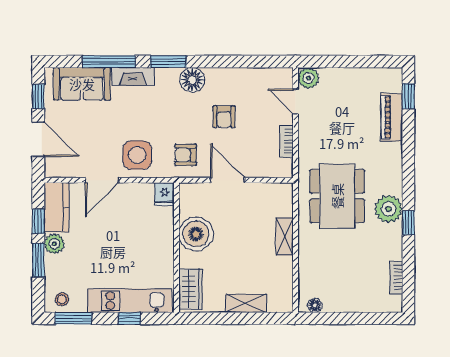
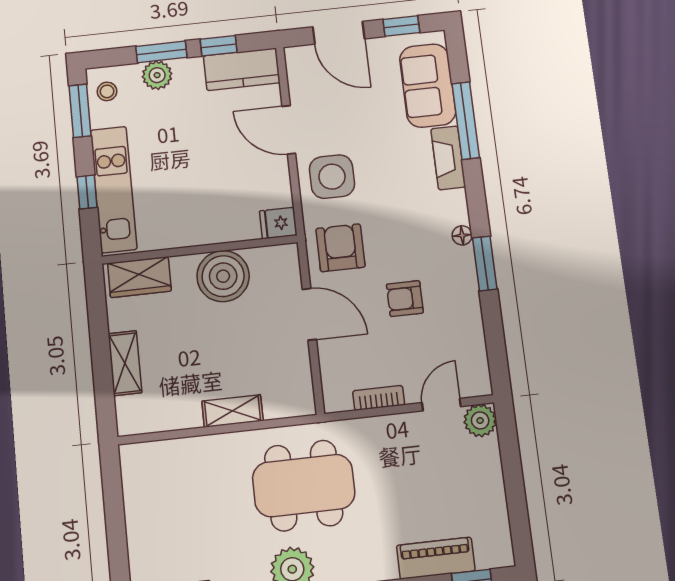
window: (168, 62) -> (485, 264), moved
floor lamp: (192, 80) -> (462, 235), width x0.53, depth x0.53
door: (38, 139) -> (339, 33), hinge flipped
armchair: (186, 155) -> (340, 248), width x1.38, depth x1.38
door: (227, 180) -> (309, 314), hinge flipped
plant: (54, 244) -> (157, 75), moved
floor lamp: (315, 305) -> (131, 470), removed

